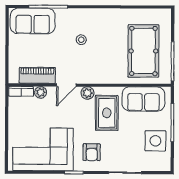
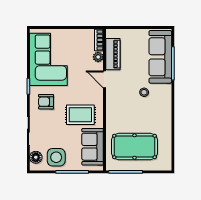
sofa: (33, 21) -> (160, 57), width x1.36
plant: (88, 93) -> (98, 98), removed
floor lamp: (155, 164) -> (36, 157), added

